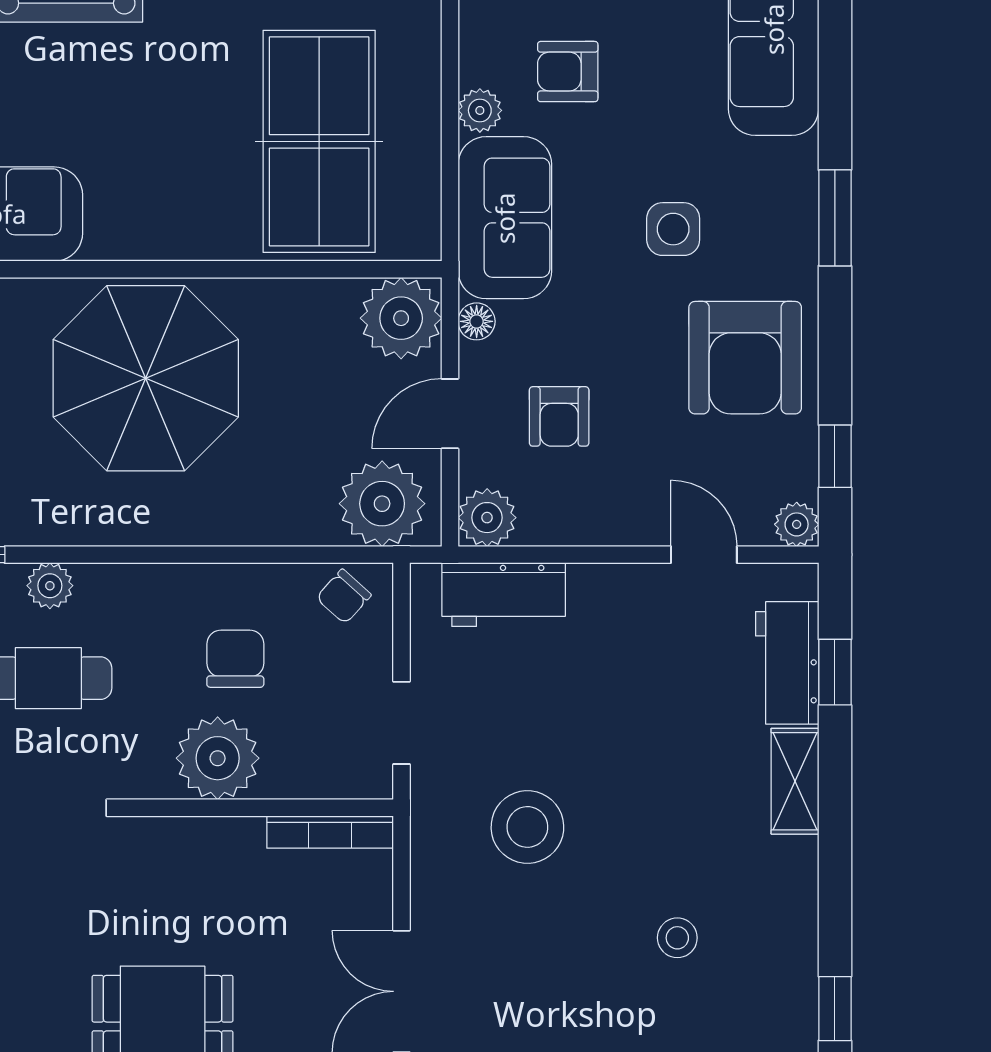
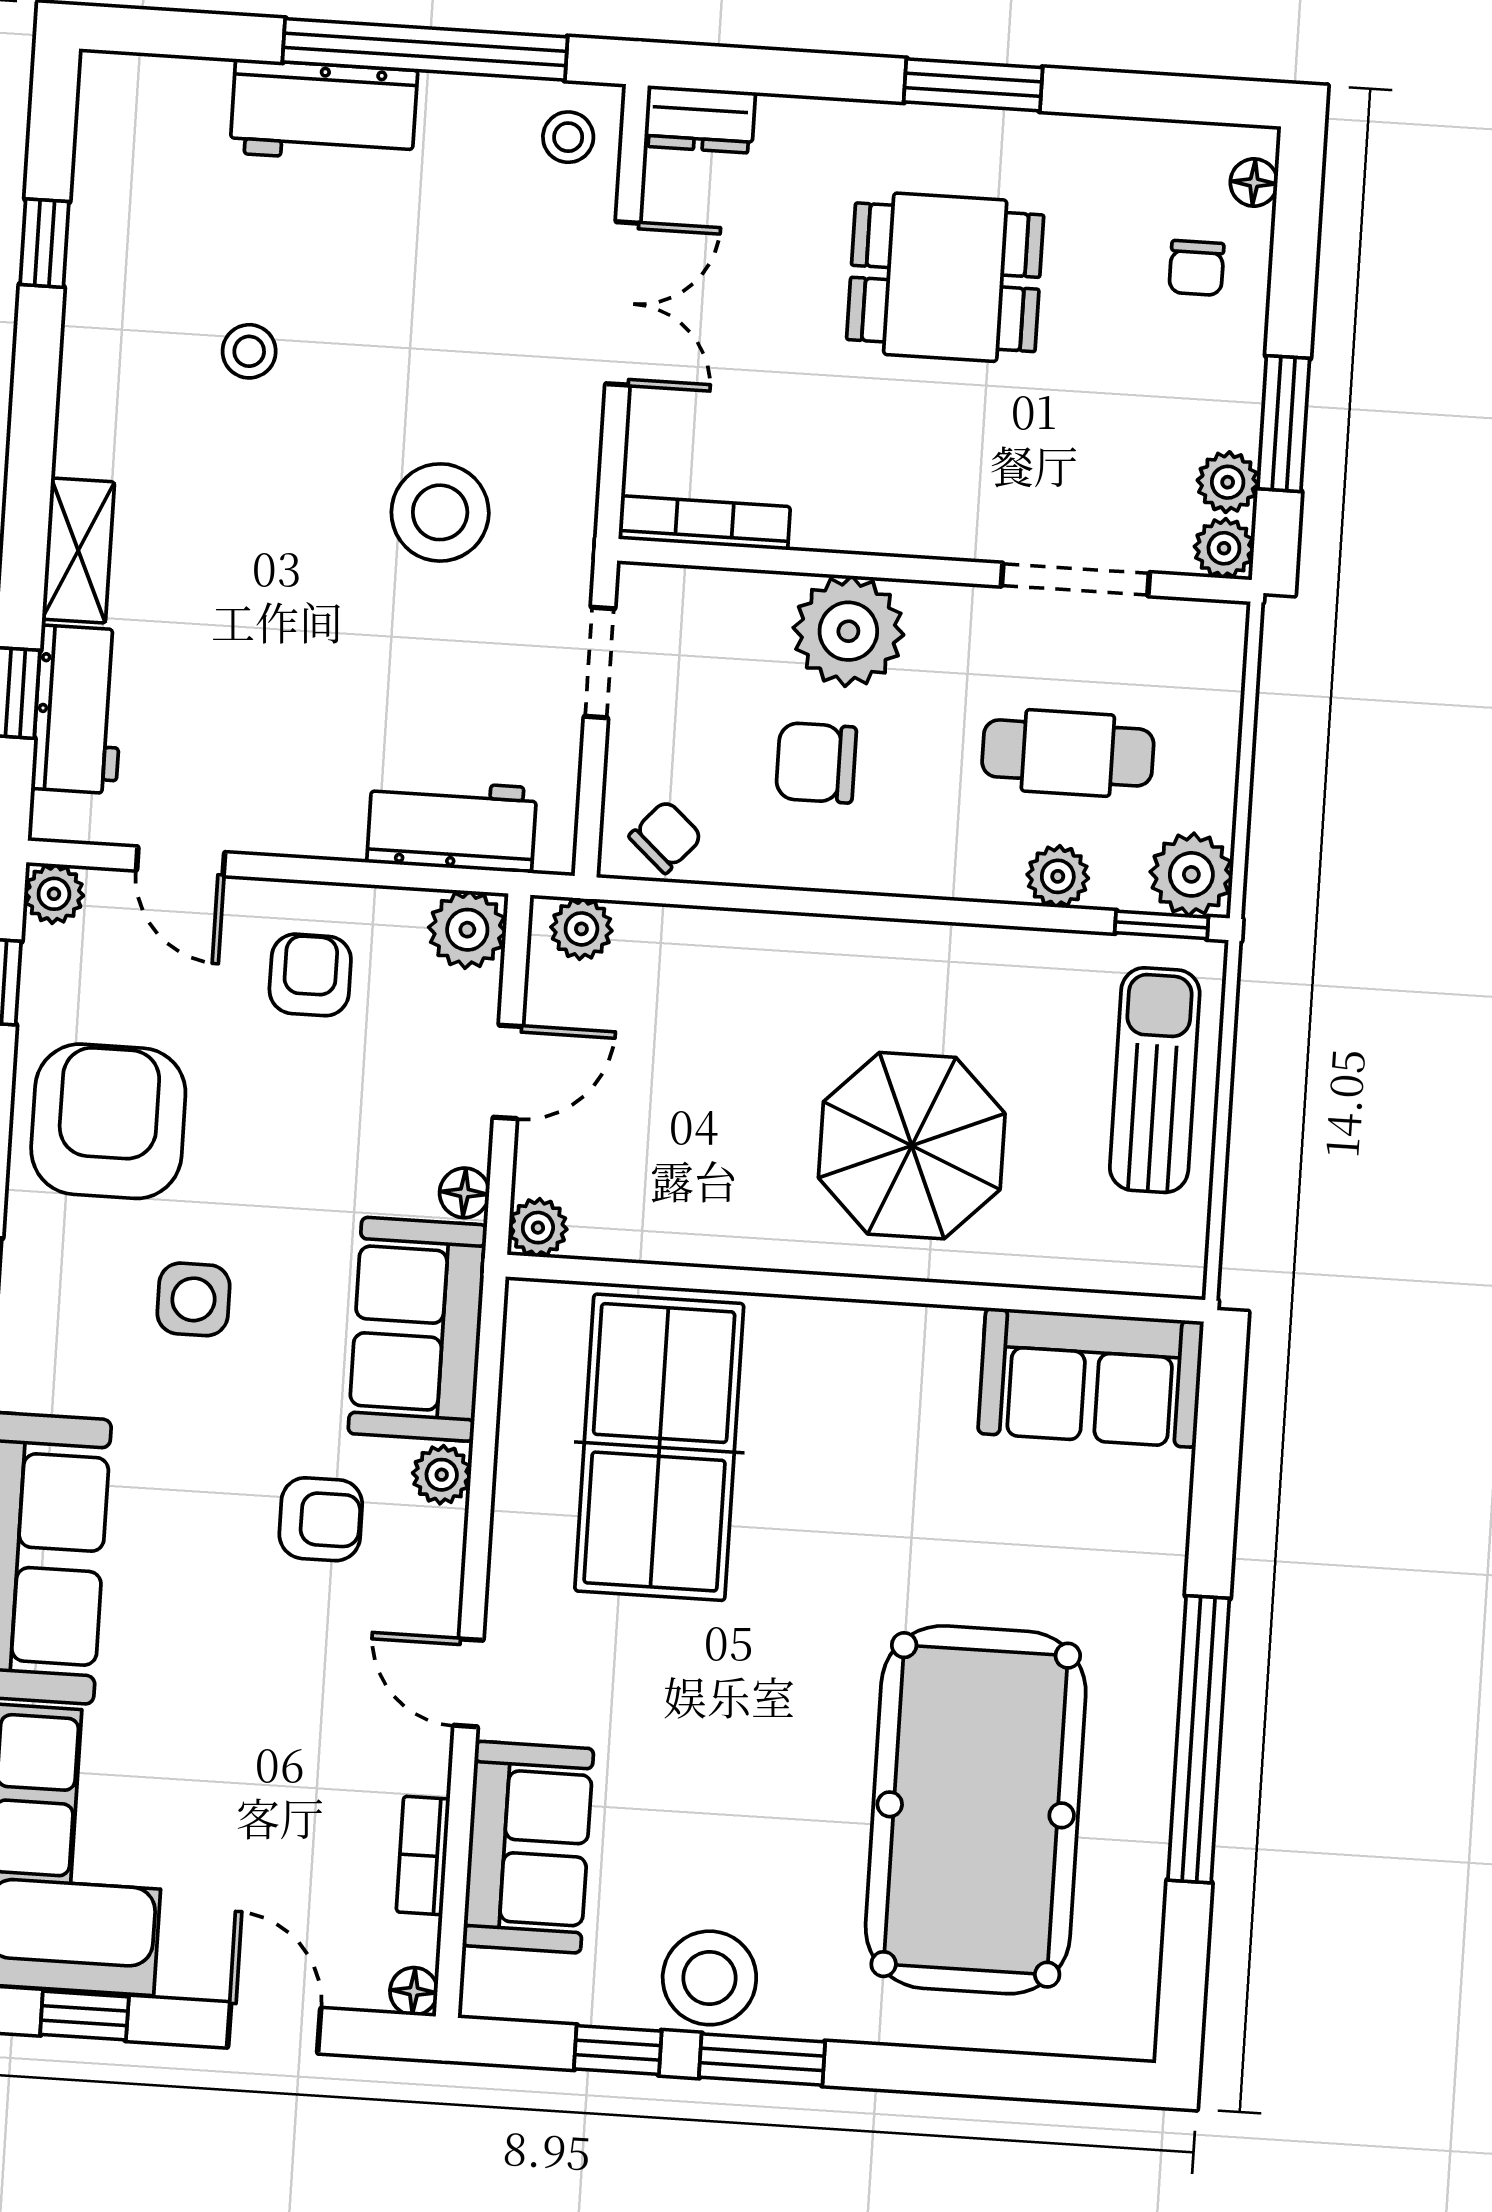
plant: (401, 318) -> (538, 1228), width x0.53, depth x0.53
parasol: (146, 378) -> (912, 1146), width x0.73, depth x0.73
armchair: (559, 416) -> (310, 975), moved
plant: (382, 504) -> (581, 929), width x0.53, depth x0.53
chair: (235, 659) -> (816, 763), turned 90

